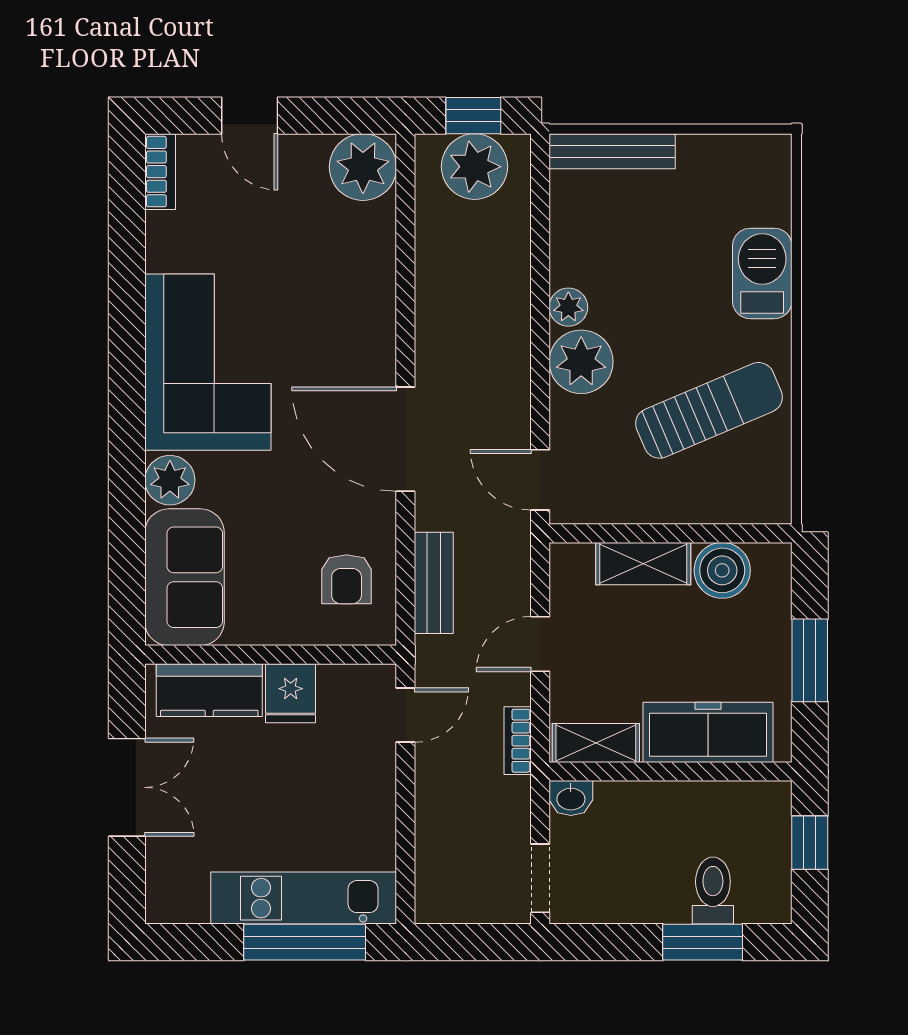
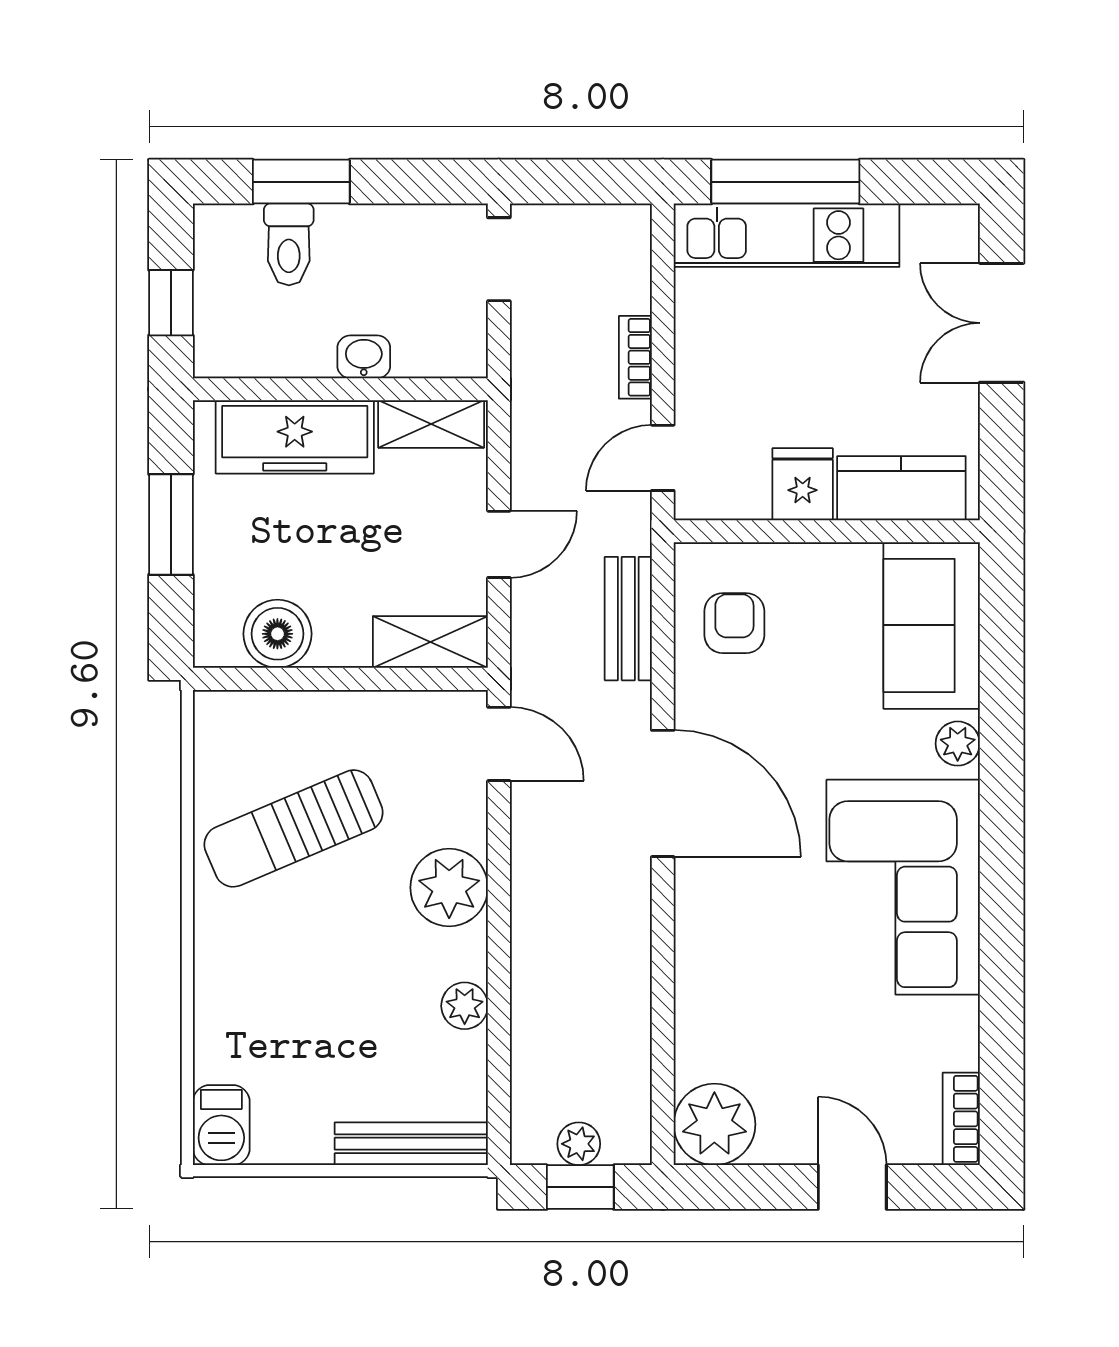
plant: (475, 167) -> (579, 1144), width x0.53, depth x0.53
barbecue: (762, 273) -> (221, 1125), moved, width x0.73, depth x0.79
plant: (568, 307) -> (465, 1006), moved
plant: (170, 480) -> (958, 744), width x0.73, depth x0.73
shelving: (643, 564) -> (430, 642), moved
bookcase: (518, 741) -> (635, 357), moved, turned 180
double door: (127, 787) -> (1002, 323), moved
washbasin: (571, 798) -> (364, 357), moved

